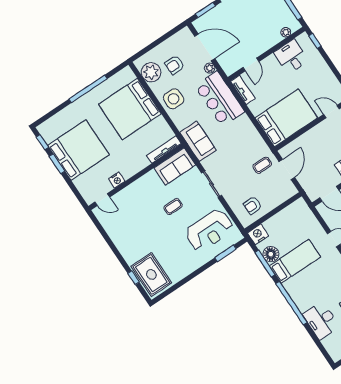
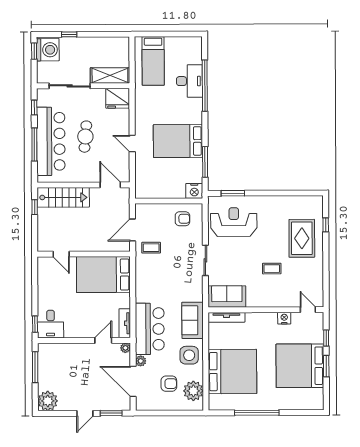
plant: (286, 32) -> (125, 348), moved
desk: (291, 57) -> (51, 324), moved
sofa: (198, 141) -> (193, 320), moved
window: (42, 142) -> (326, 338), moved
coffee table: (173, 207) -> (272, 269), moved
floor lamp: (271, 254) -> (195, 167), removed
bed: (295, 261) -> (178, 141), width x1.50
rug: (151, 275) -> (302, 238), moved
window: (291, 303) -> (205, 86), moved

